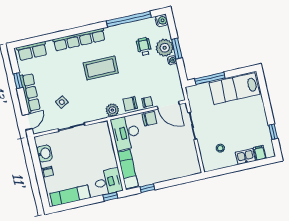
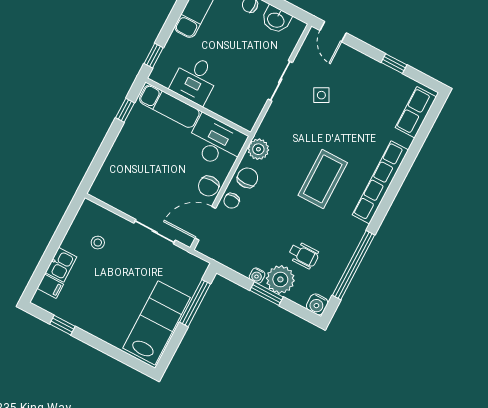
row of seats: (30, 93) -> (366, 66), removed
desk: (108, 182) -> (195, 80), moved

